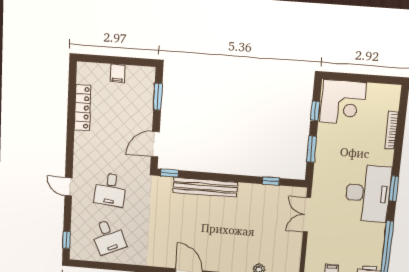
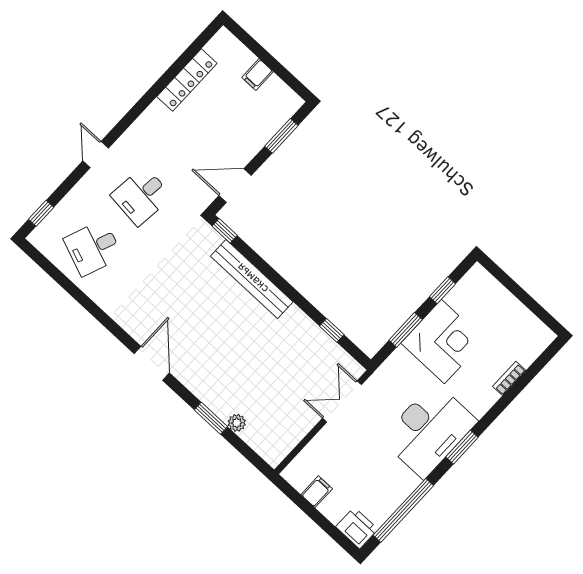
corner desk: (343, 102) -> (443, 342), moved, turned -90
bookcase: (391, 130) -> (509, 378), width x0.64
desk: (108, 237) -> (93, 248), turned 45

